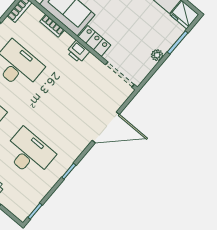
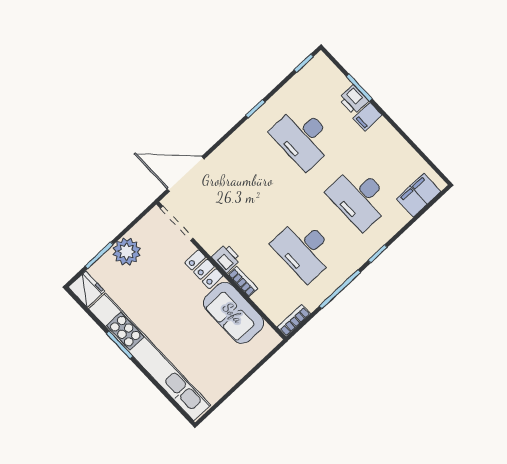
bookcase: (52, 26) -> (243, 282), moved
plant: (157, 55) -> (127, 252), width x1.88, depth x1.88
door: (106, 127) -> (186, 174), moved

